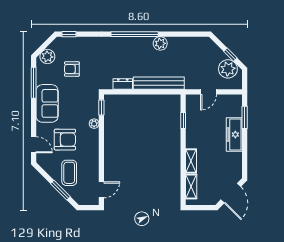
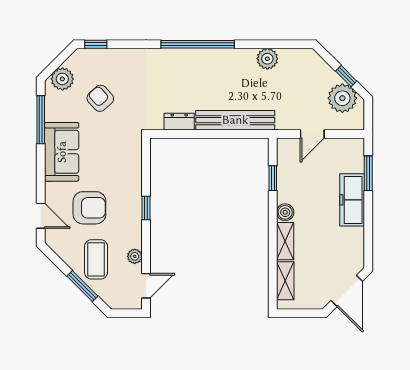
plant: (160, 43) -> (267, 59), moved
armchair: (72, 69) -> (100, 98), turned 48
window: (101, 107) -> (146, 208), moved
plant: (94, 124) -> (135, 256), moved
boiler: (191, 142) -> (285, 212), added

